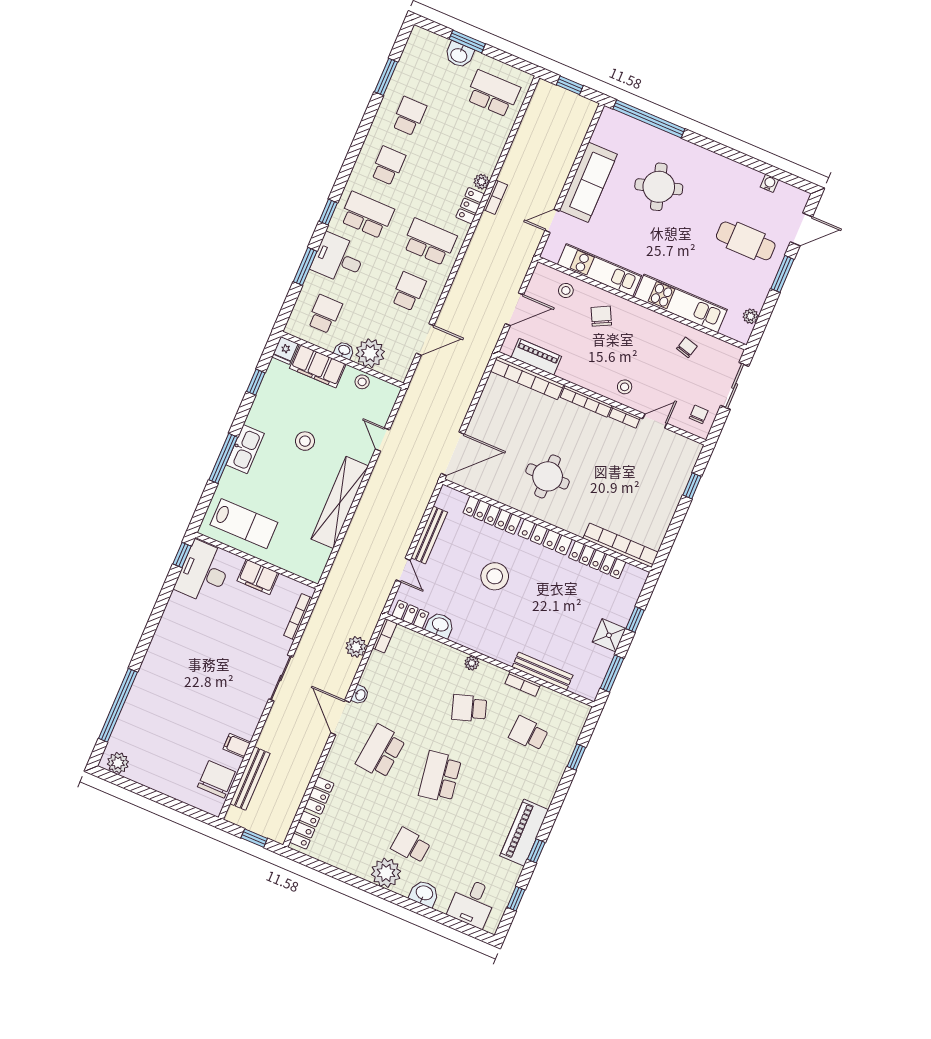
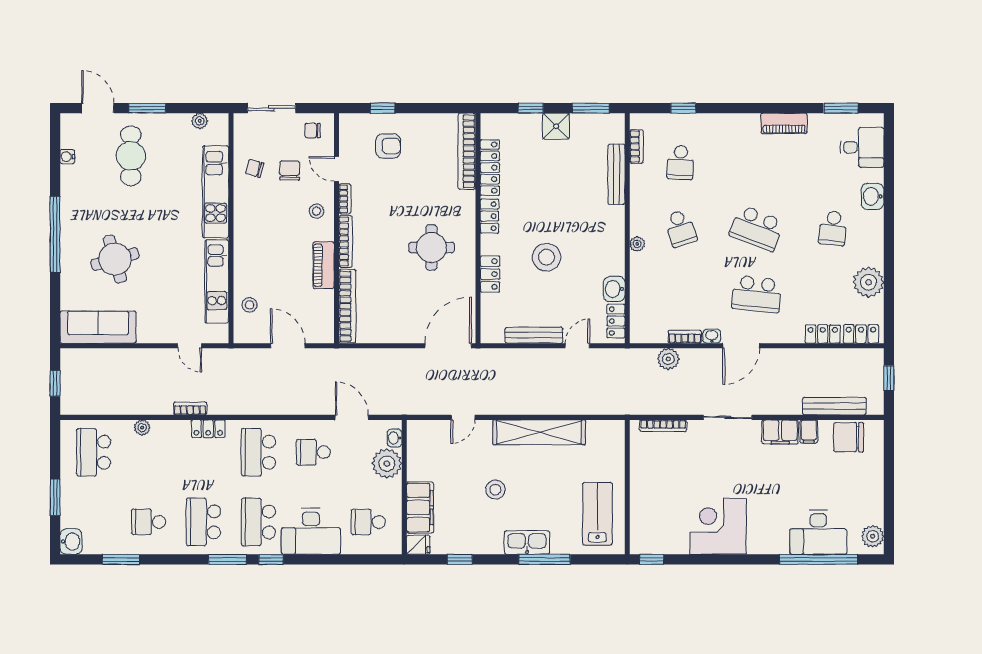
washbasin: (459, 55) -> (71, 542), moved
window: (649, 119) -> (55, 234), moved
school desk: (388, 166) -> (203, 522), width x1.85
plant: (482, 182) -> (142, 428), moved
sofa: (588, 182) -> (98, 327), moved
desk: (338, 259) -> (311, 531), width x1.37
window: (305, 266) -> (227, 559), moved
chair: (601, 316) -> (290, 170), moved, turned 117
washbasin: (344, 350) -> (394, 438), moved
piano: (536, 357) -> (324, 265), moved
stool: (362, 382) -> (417, 460), removed
door: (453, 454) -> (448, 346), hinge flipped
armchair: (656, 476) -> (388, 146), added
locker: (492, 515) -> (490, 274), width x0.66
locker: (545, 537) -> (489, 216), width x0.66
desk: (204, 572) -> (818, 532), moved
filing cabinet: (258, 577) -> (780, 432), moved, turned 90
corner desk: (186, 628) -> (718, 526), added
bookcase: (385, 636) -> (685, 337), moved
bookcase: (523, 684) -> (636, 146), moved
school desk: (440, 777) -> (757, 228), turned 30
piano: (524, 833) -> (784, 123), width x0.73, depth x0.75
window: (536, 851) -> (788, 108), removed
plant: (386, 873) -> (869, 282), moved
window: (516, 899) -> (841, 108), width x1.50

